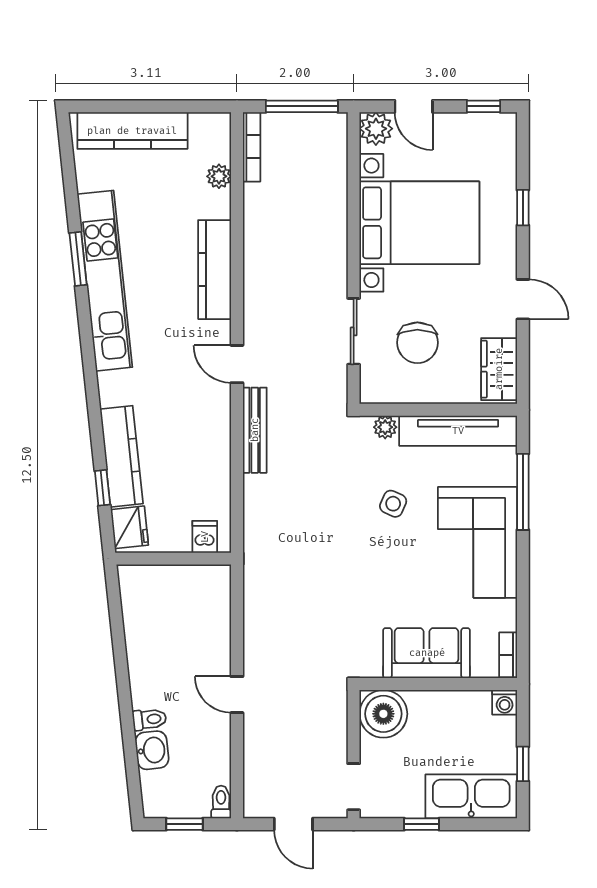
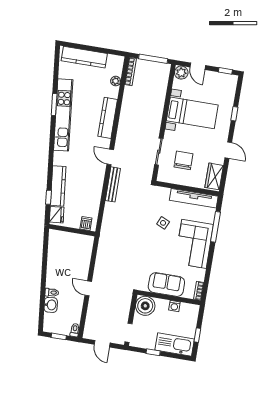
bed with nightstands: (419, 223) -> (192, 113), width x0.73
chair: (417, 343) -> (183, 160), turned 180
plant: (385, 427) -> (165, 192), removed
washing machine: (505, 702) -> (174, 306), moved

